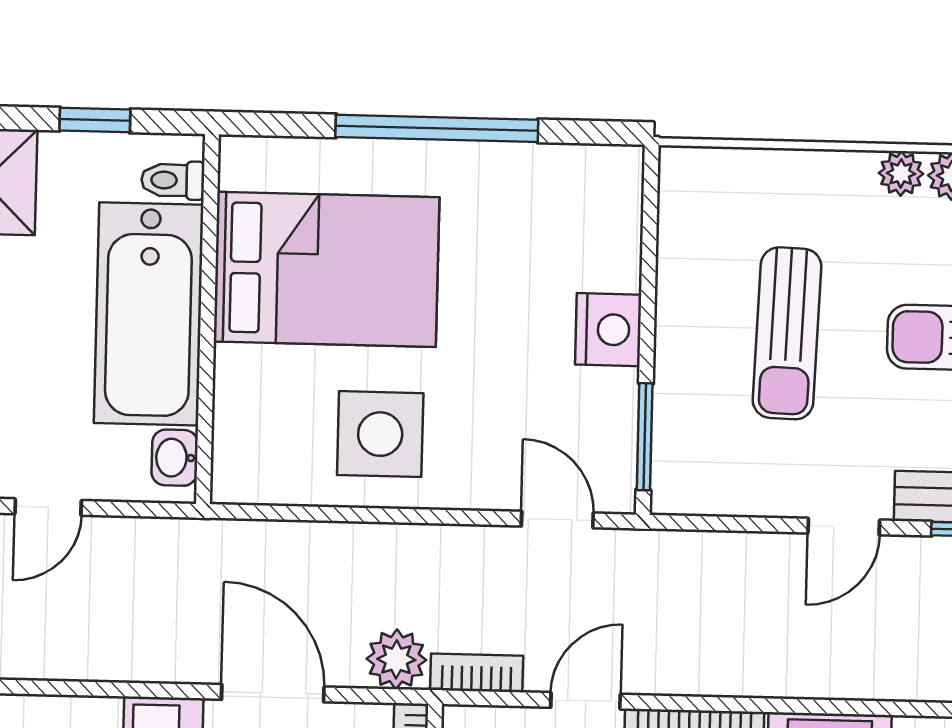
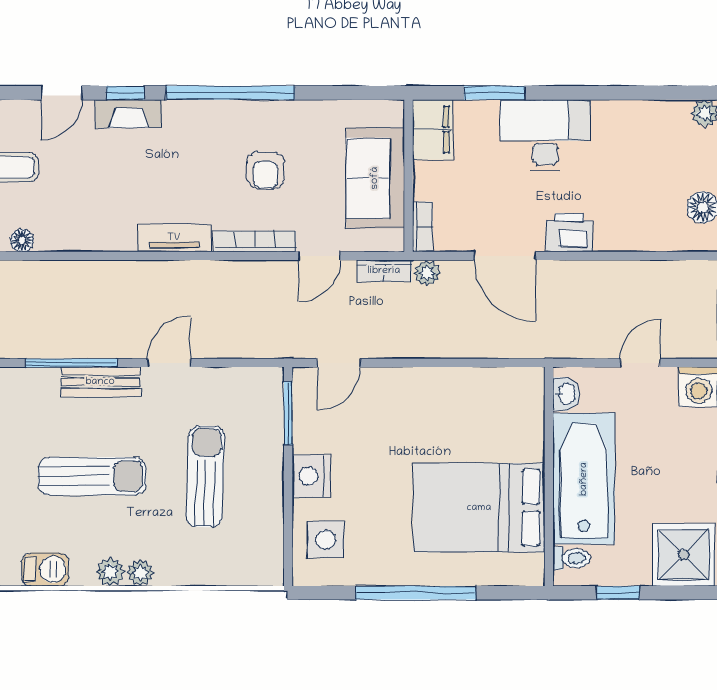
side table: (380, 434) -> (326, 539), moved, width x0.73, depth x0.73
door: (557, 520) -> (339, 363), hinge flipped
plant: (396, 659) -> (427, 273), width x0.73, depth x0.73

